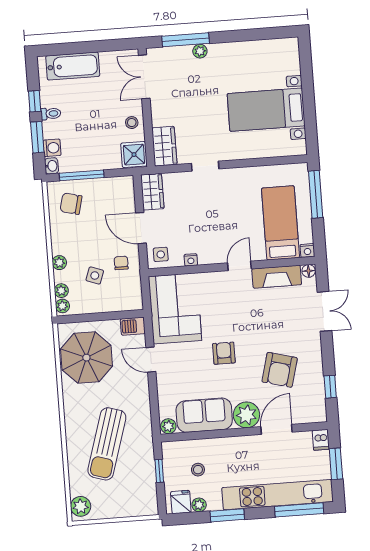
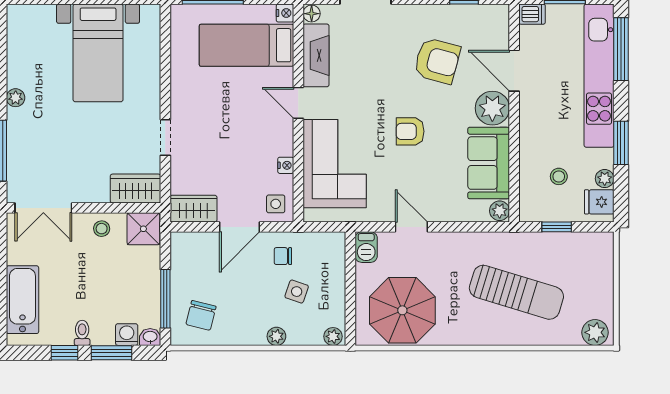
plant: (200, 51) -> (16, 98), moved
plant: (61, 291) -> (313, 336), removed
corner sofa: (175, 308) -> (335, 164), moved, turned 90
door: (151, 360) -> (411, 227), swing flipped

